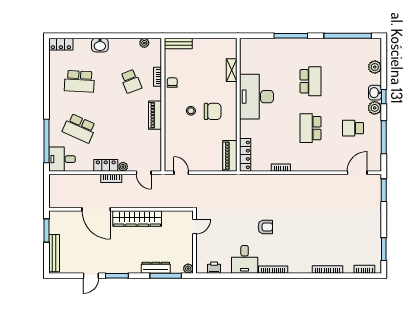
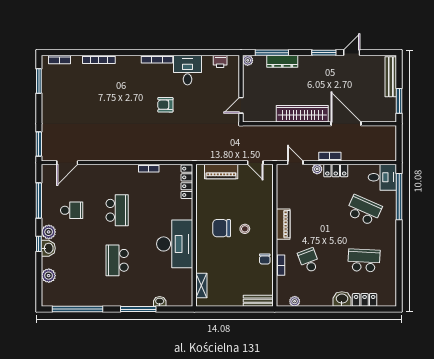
washbasin: (271, 43) -> (160, 301), added
locker: (61, 44) -> (365, 300), moved
shelving: (232, 70) -> (201, 285), moved
piano: (230, 156) -> (221, 172), moved, turned 90

